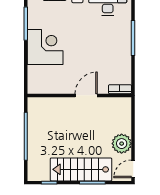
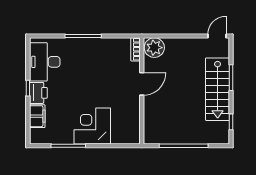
door: (86, 95) -> (142, 84), swing flipped
plant: (122, 144) -> (154, 48), moved
door: (133, 169) -> (217, 36), swing flipped

